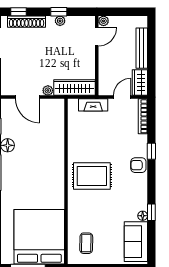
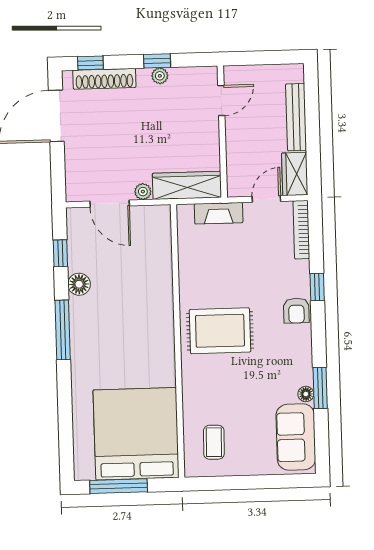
plant: (104, 21) -> (232, 74), removed
armchair: (138, 165) -> (296, 311), turned -90
window: (151, 212) -> (320, 388), width x1.50

